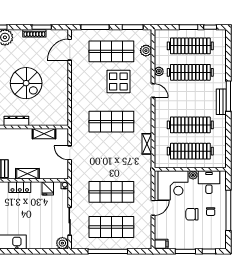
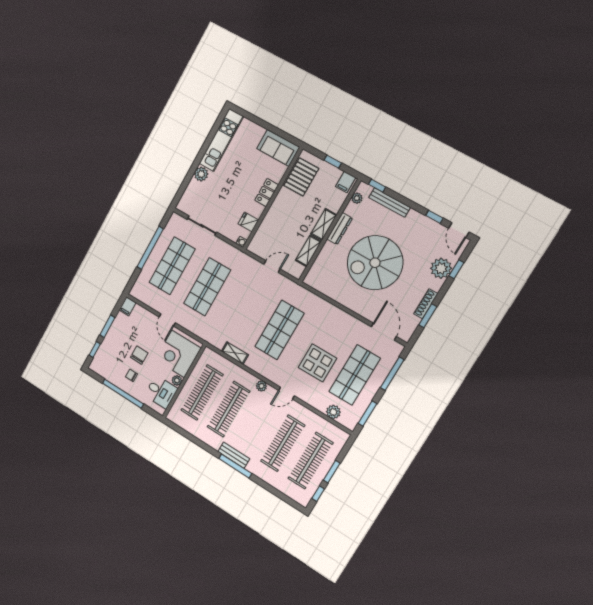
plant: (159, 71) -> (261, 386), moved
spiral stairs: (26, 83) -> (375, 263), width x1.37, depth x1.37
shelving: (27, 174) -> (324, 224), moved
plant: (62, 243) -> (201, 174), moved

